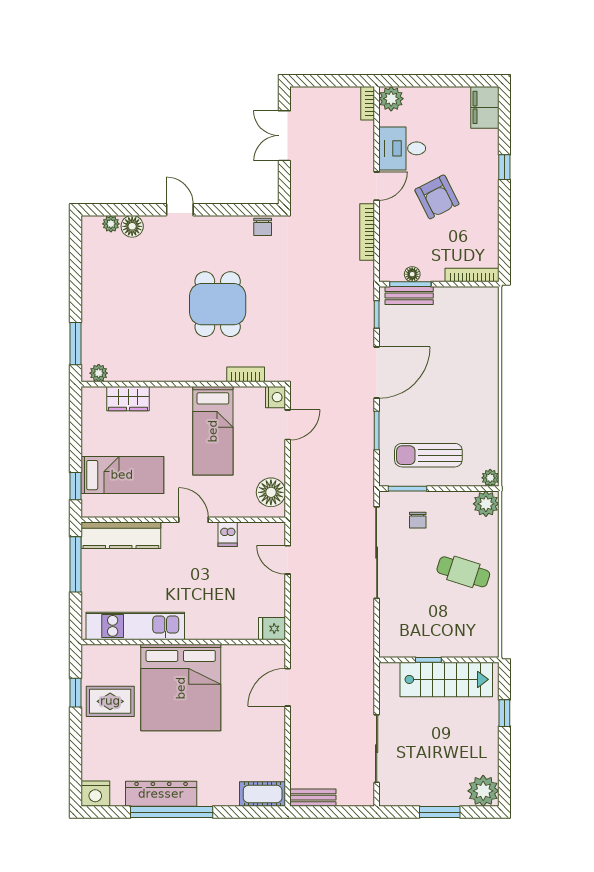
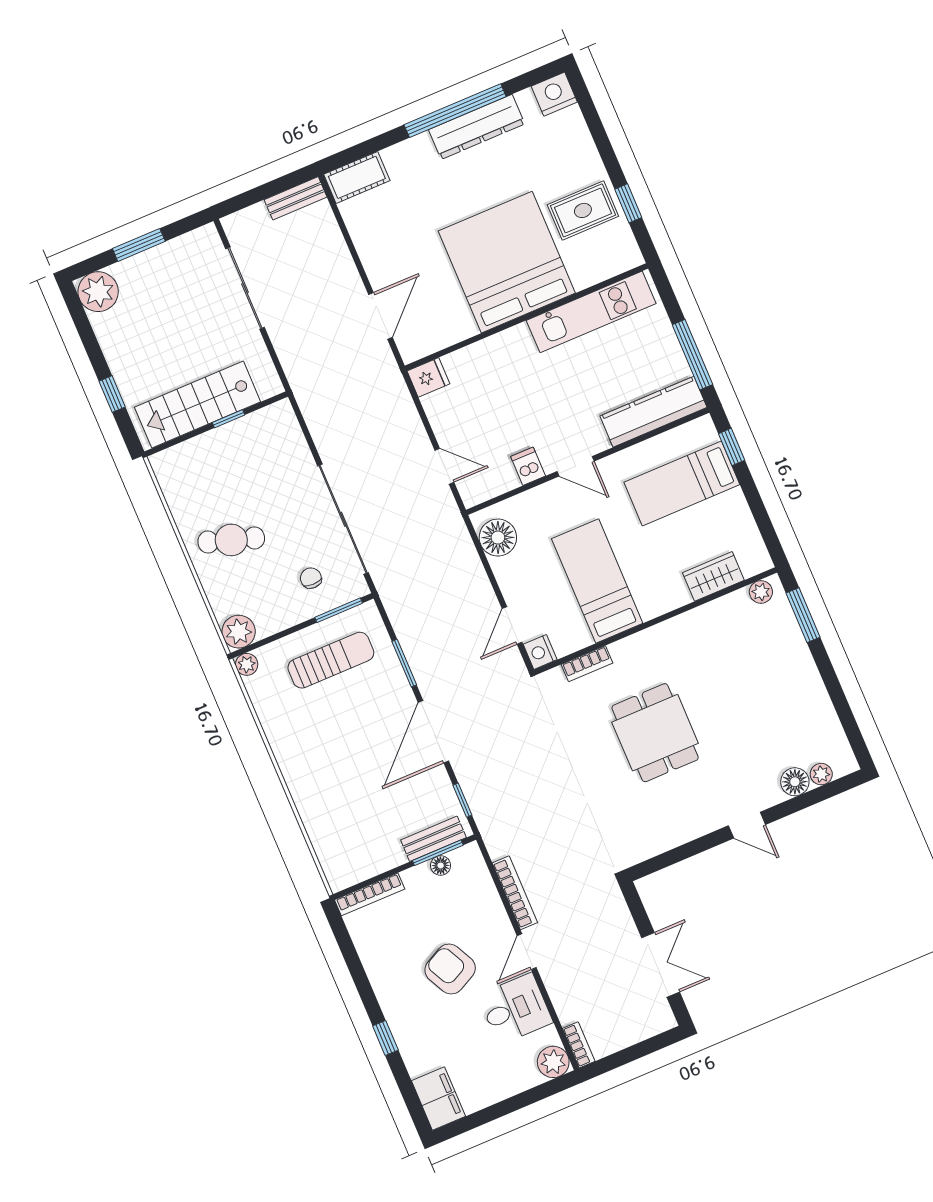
chair: (263, 227) -> (641, 846), removed

